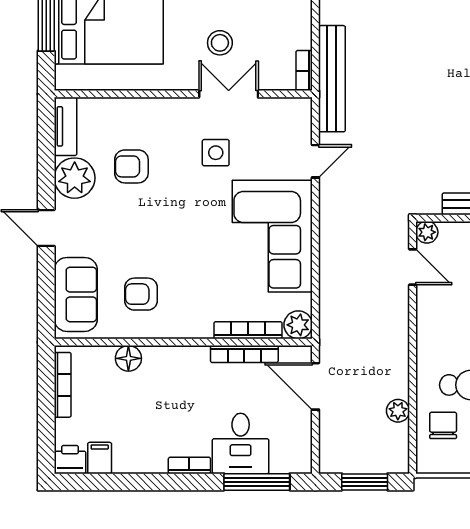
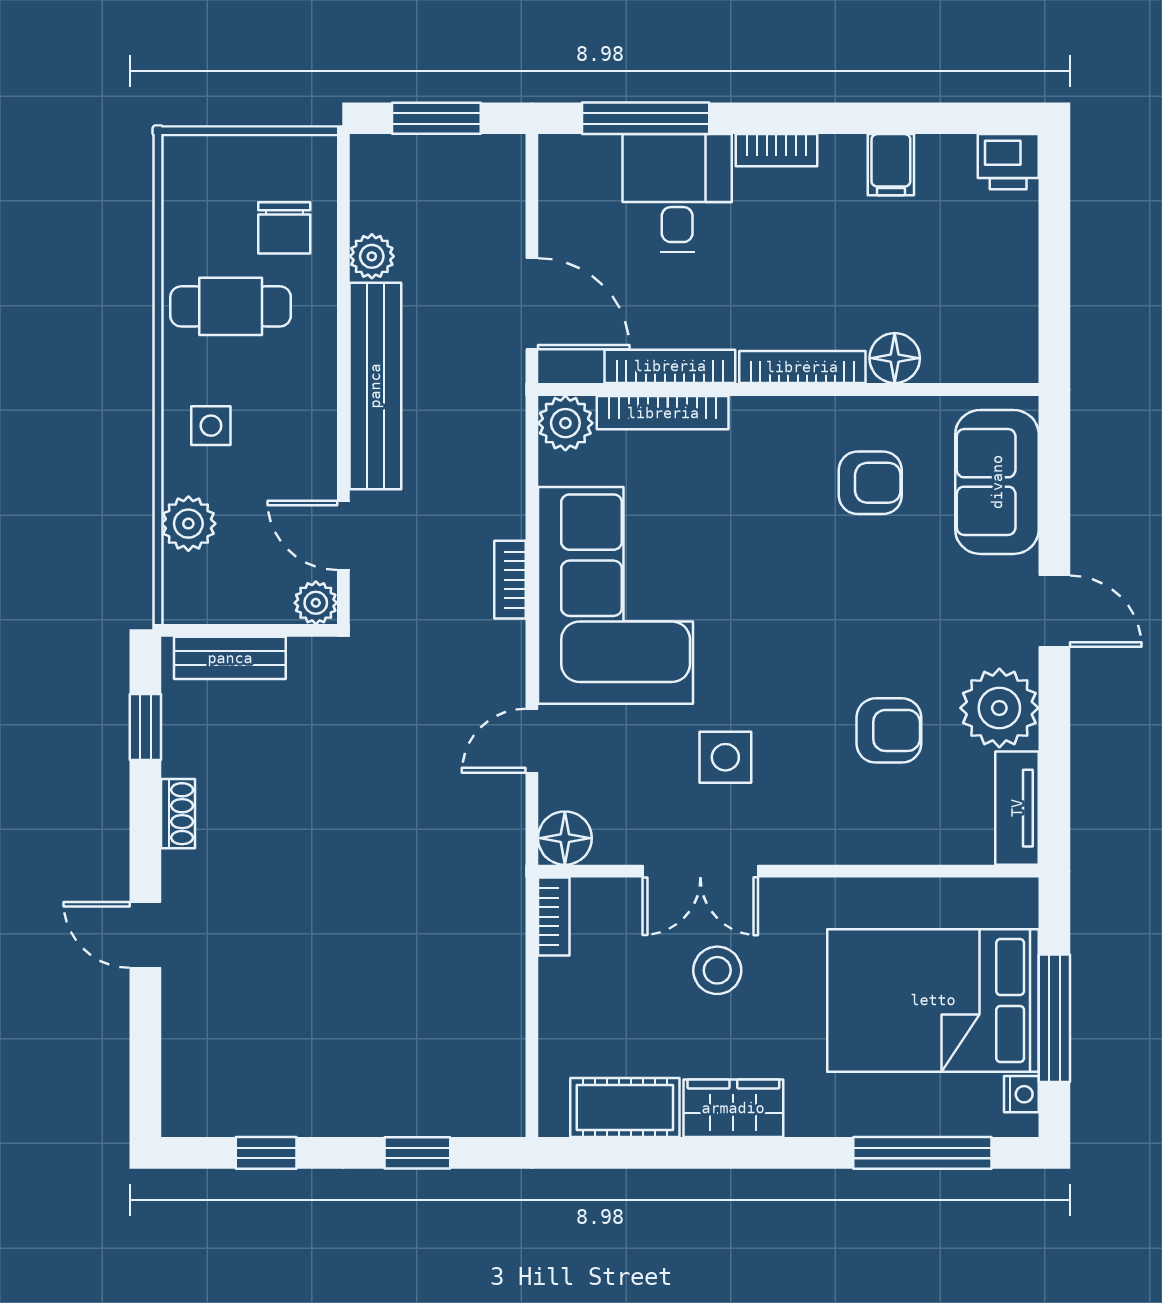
bench: (332, 79) -> (375, 386), moved
floor lamp: (298, 111) -> (565, 838), added
bookcase: (327, 244) -> (510, 580), added
bookcase: (63, 385) -> (802, 367), moved, turned 90
filing cabinet: (100, 458) -> (891, 165), moved

